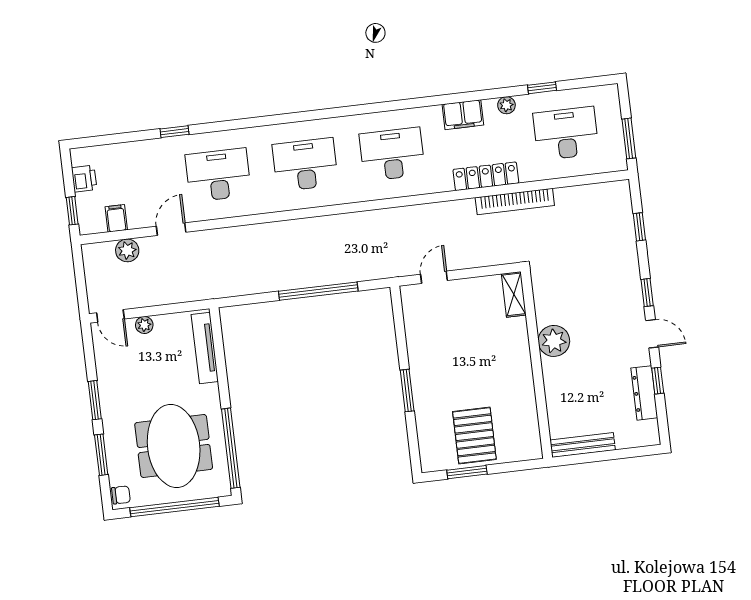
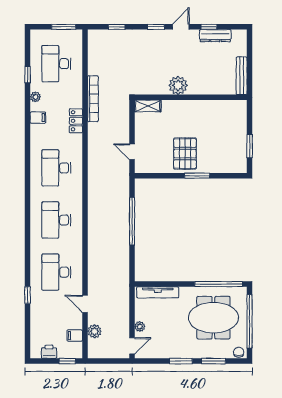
filing cabinet: (463, 115) -> (38, 118), width x0.50
locker: (486, 176) -> (76, 121), width x0.66
pallet: (474, 435) -> (185, 154), moved, turned 90

